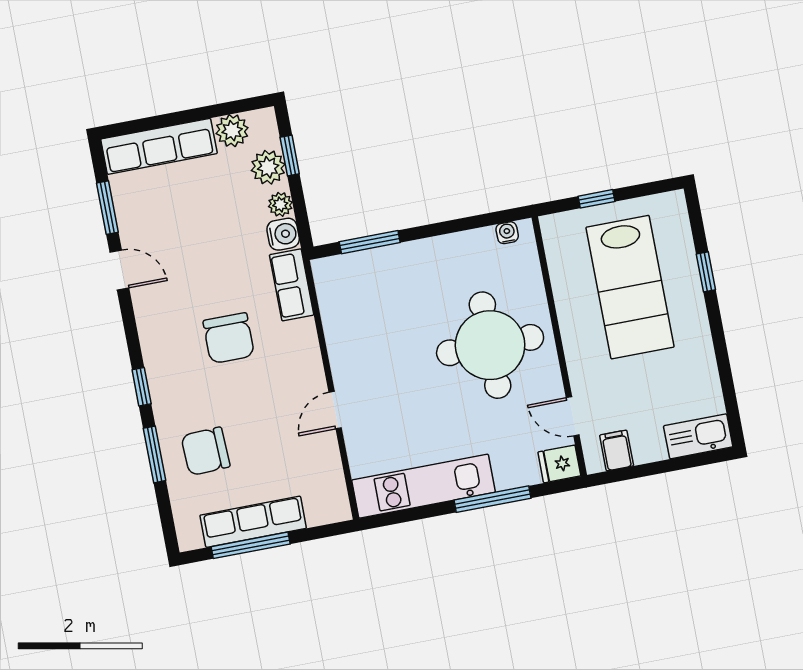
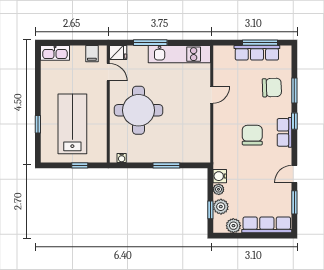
window: (370, 242) -> (166, 165), moved
door: (119, 270) -> (294, 174), hinge flipped
row of seats: (292, 285) -> (284, 132), moved, turned 180

